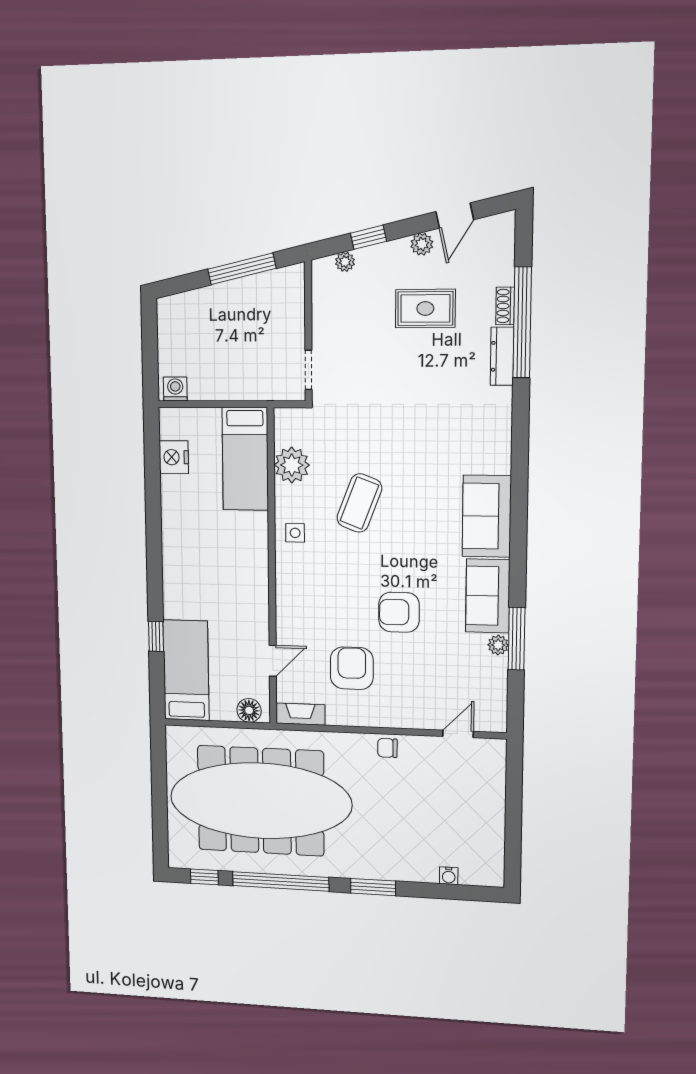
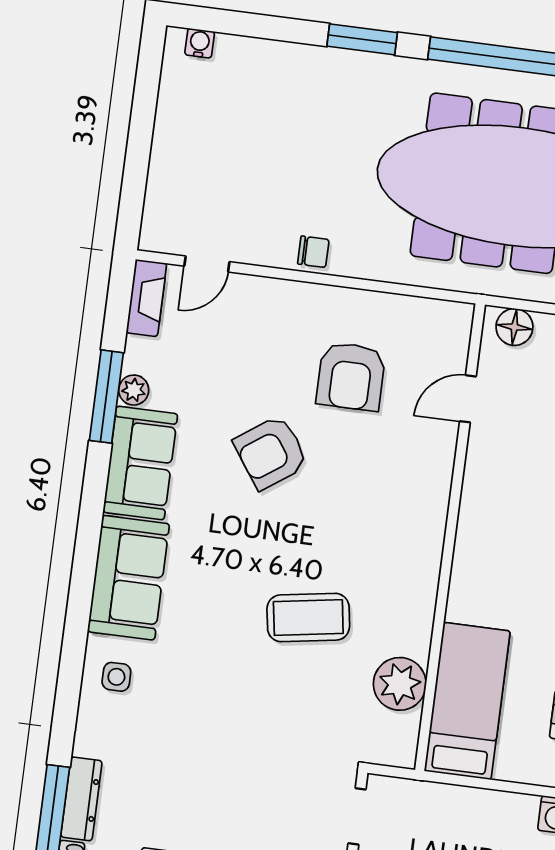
coffee table: (359, 503) -> (308, 618), turned 60
side table: (295, 533) -> (116, 677), moved
armchair: (399, 612) -> (271, 452), turned 145
fireplace: (300, 714) -> (146, 298), moved, turned -90
water cooler: (449, 876) -> (200, 43), moved

